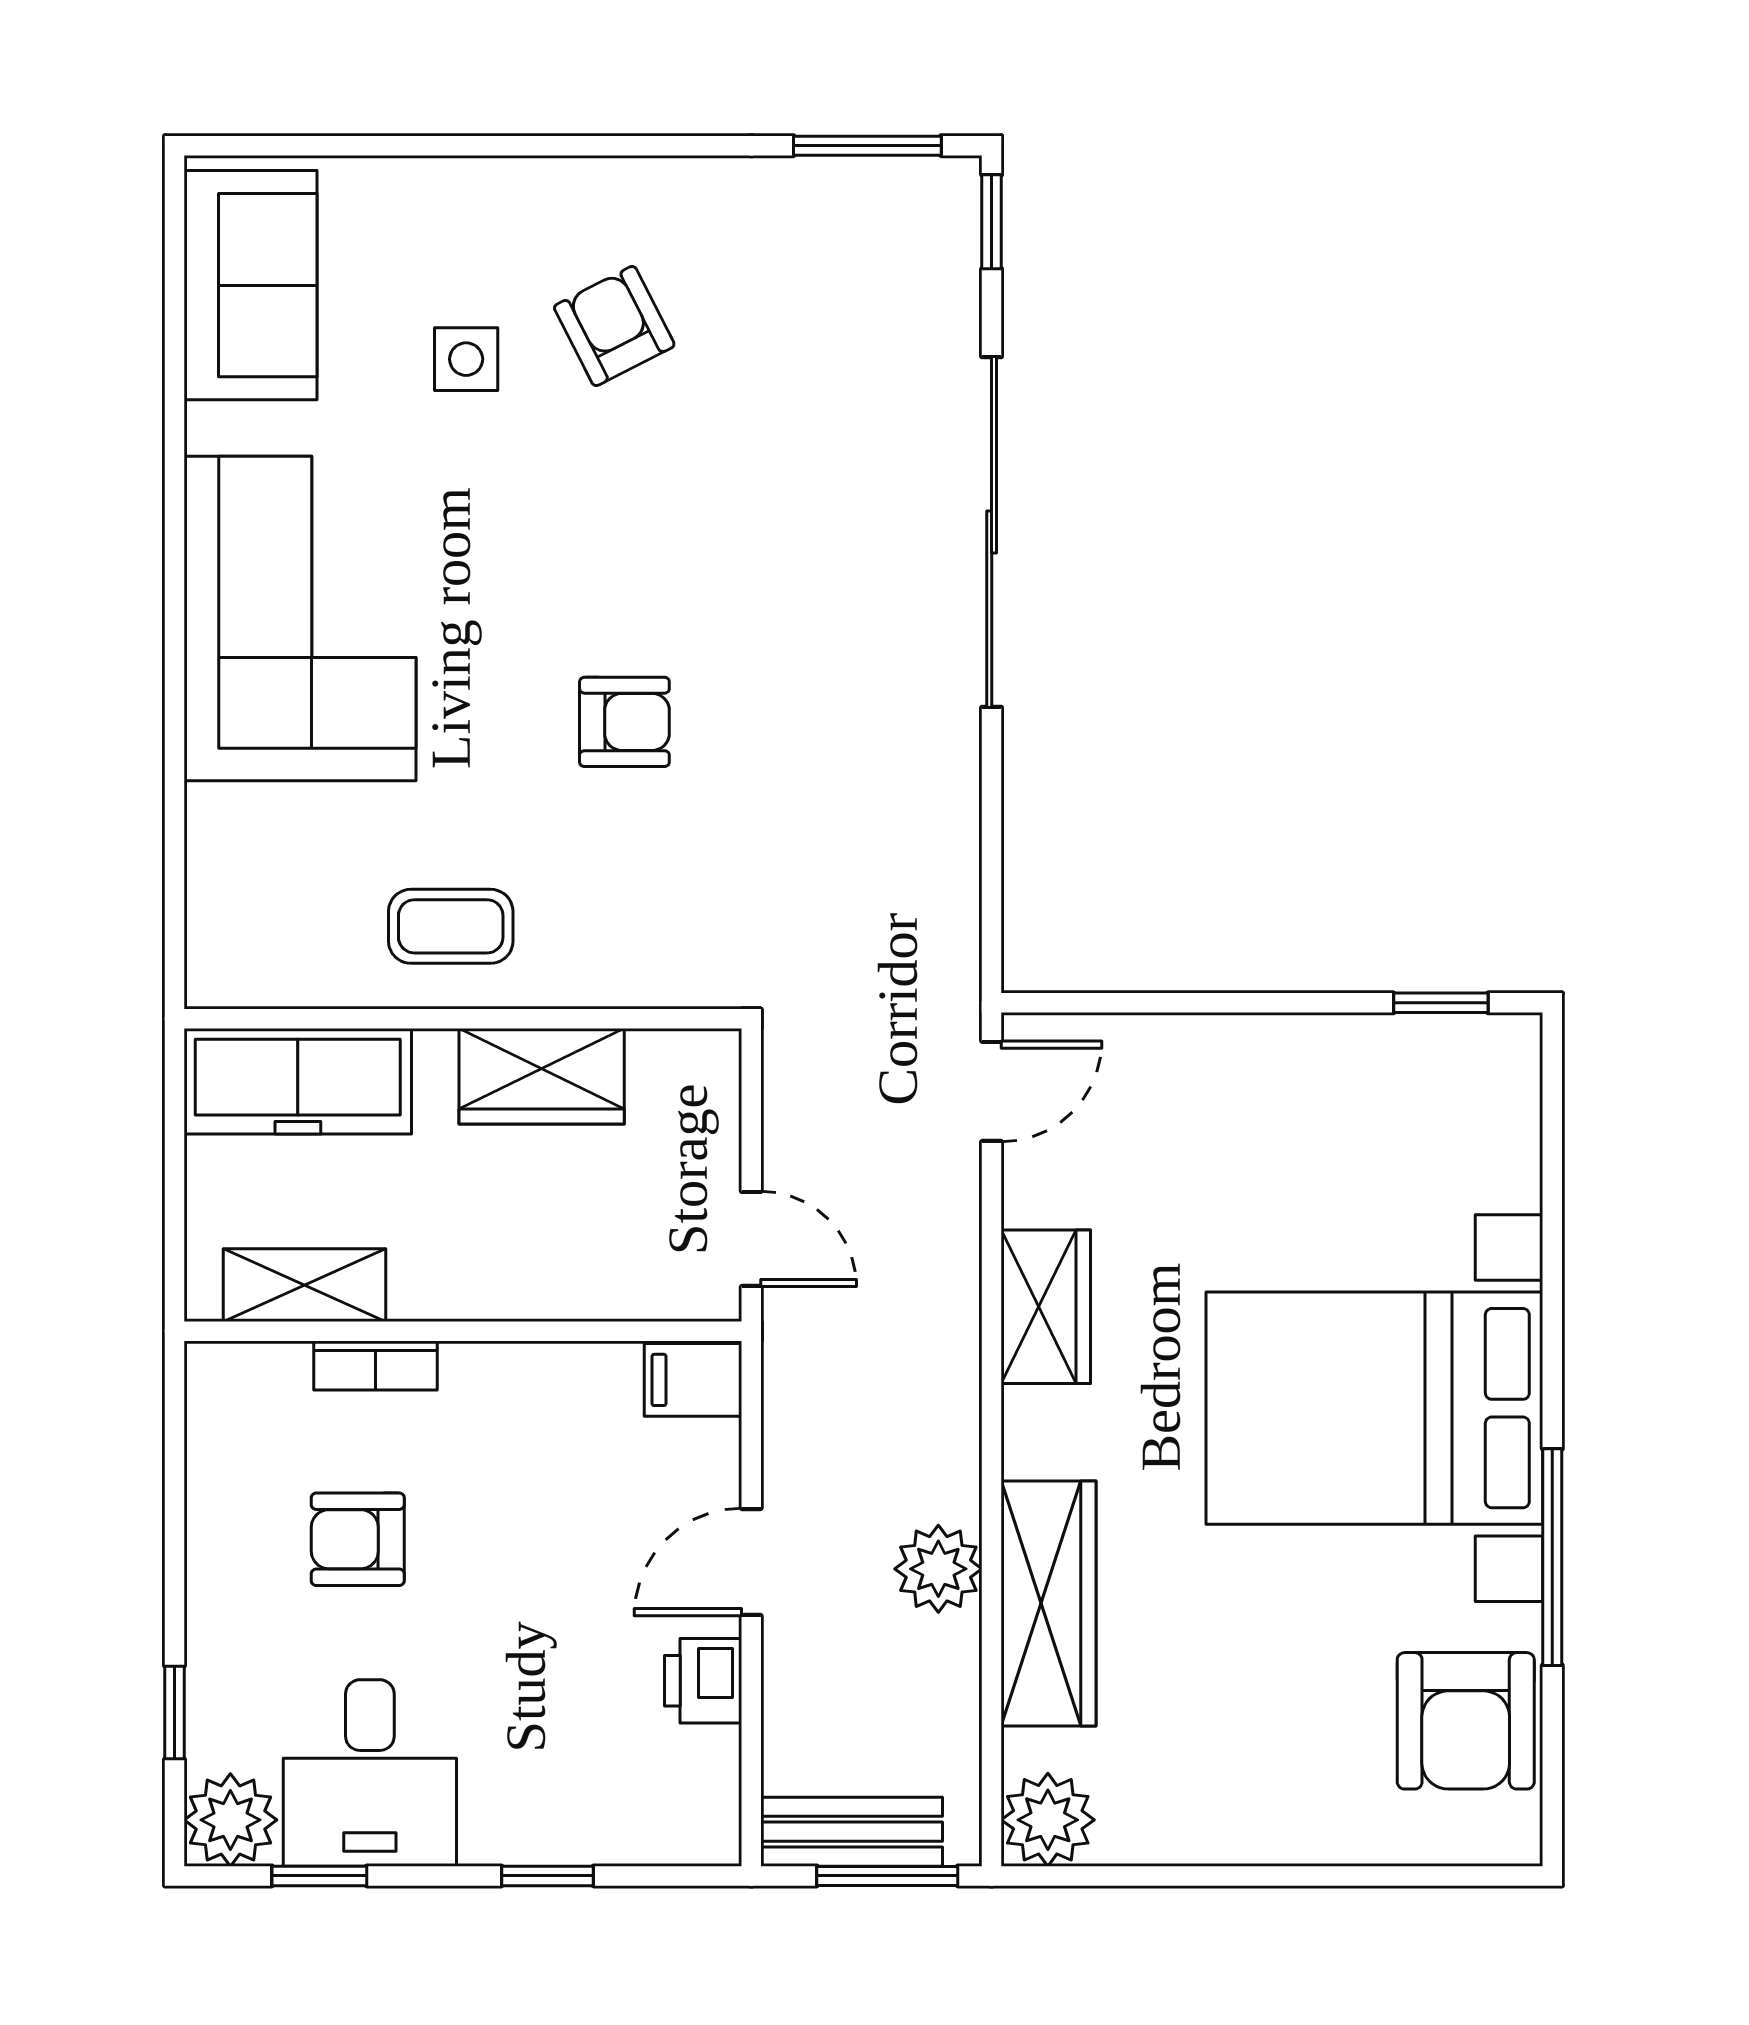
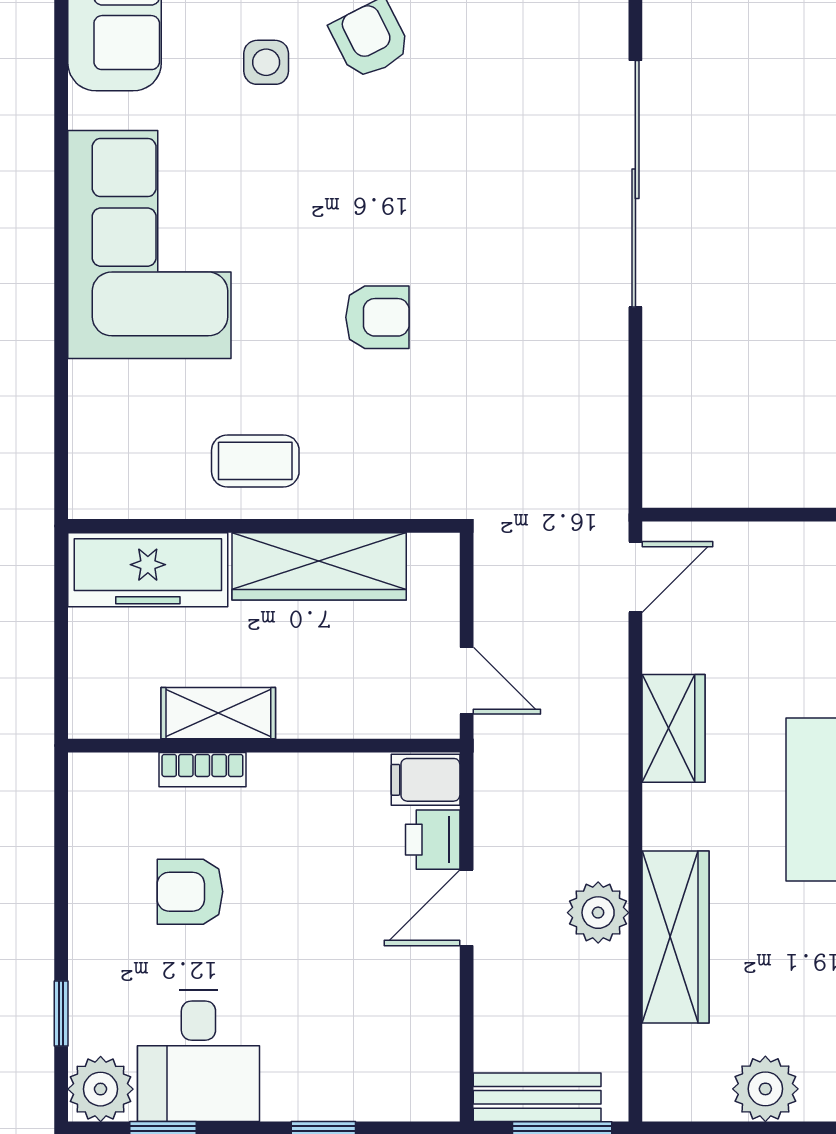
wardrobe: (542, 1076) -> (319, 566), width x1.50
shelving: (305, 1285) -> (218, 713), moved
printer: (703, 1681) -> (433, 840), moved
plant: (1048, 1820) -> (765, 1089), moved

